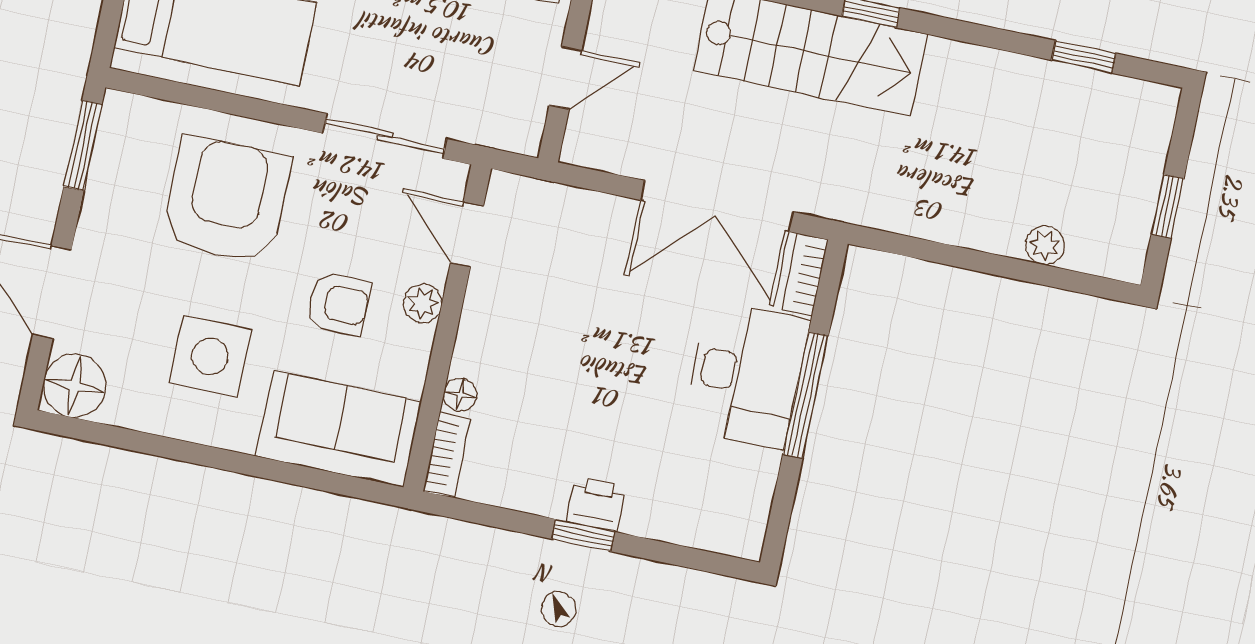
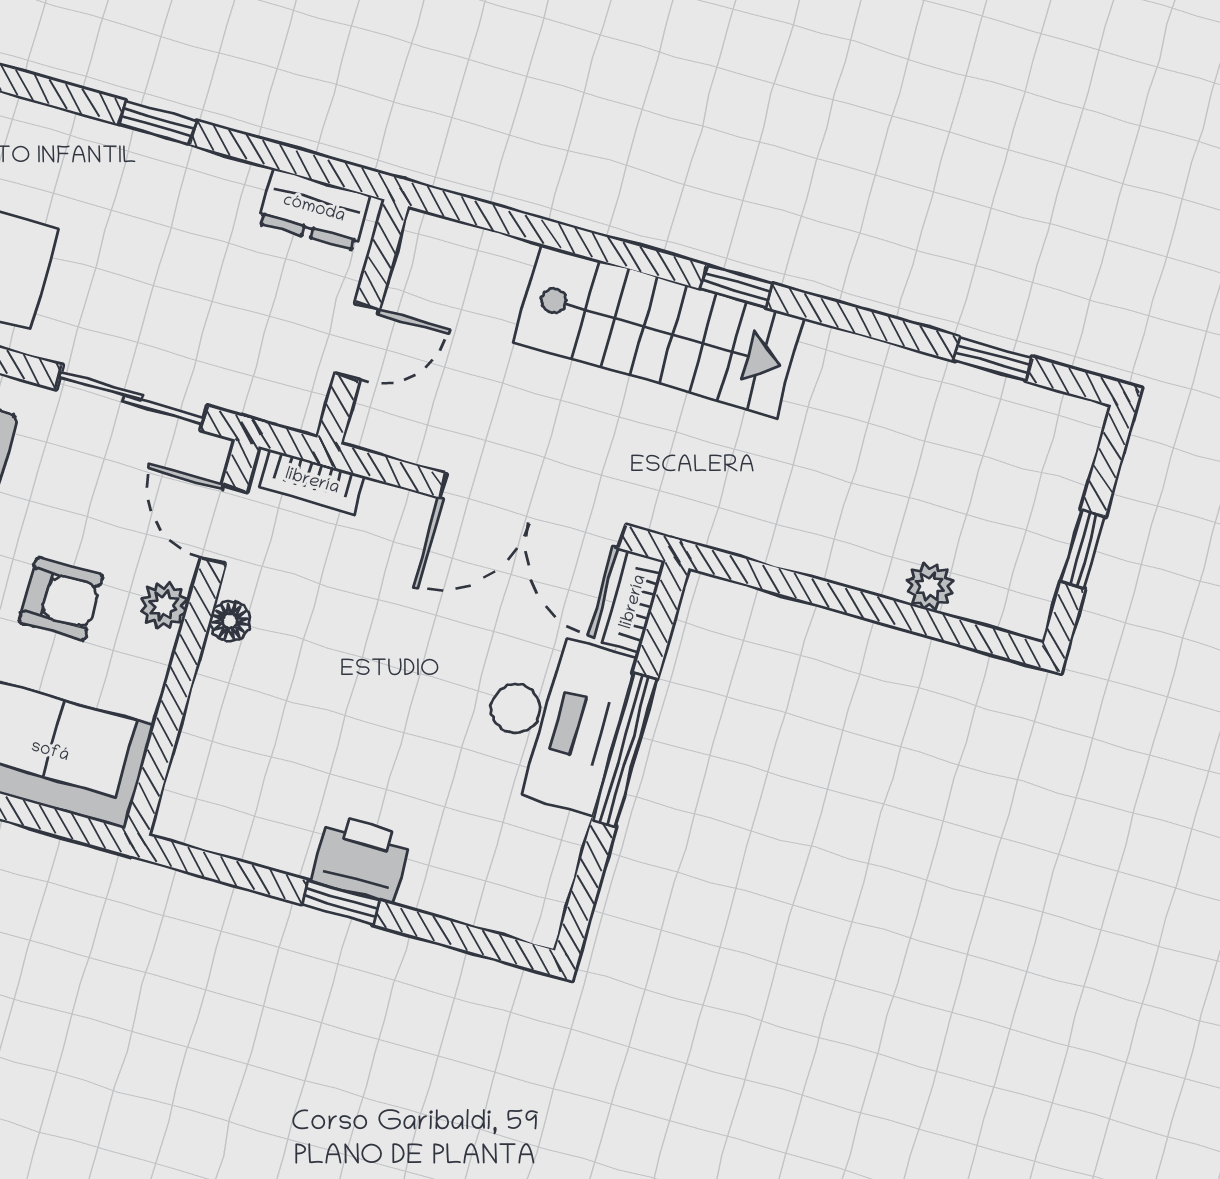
floor lamp: (460, 395) -> (230, 621), moved
bookcase: (447, 454) -> (312, 482), moved, turned 90
printer: (596, 504) -> (361, 859), width x1.36, depth x1.24

